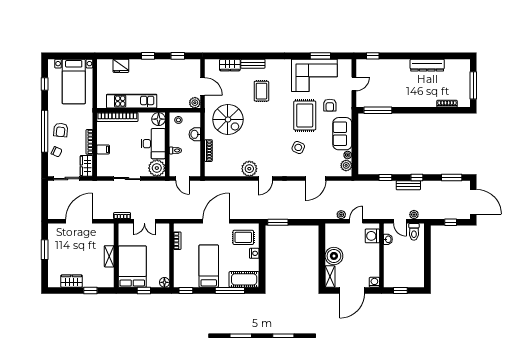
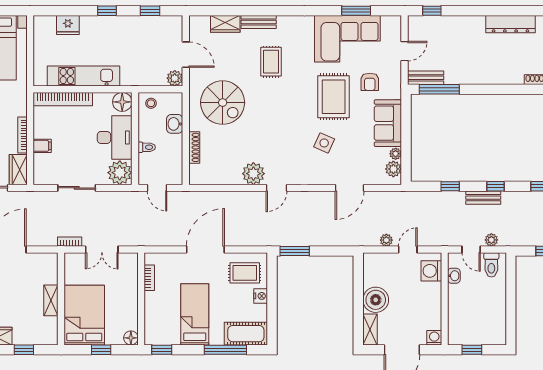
bench: (368, 102) -> (426, 78), added

